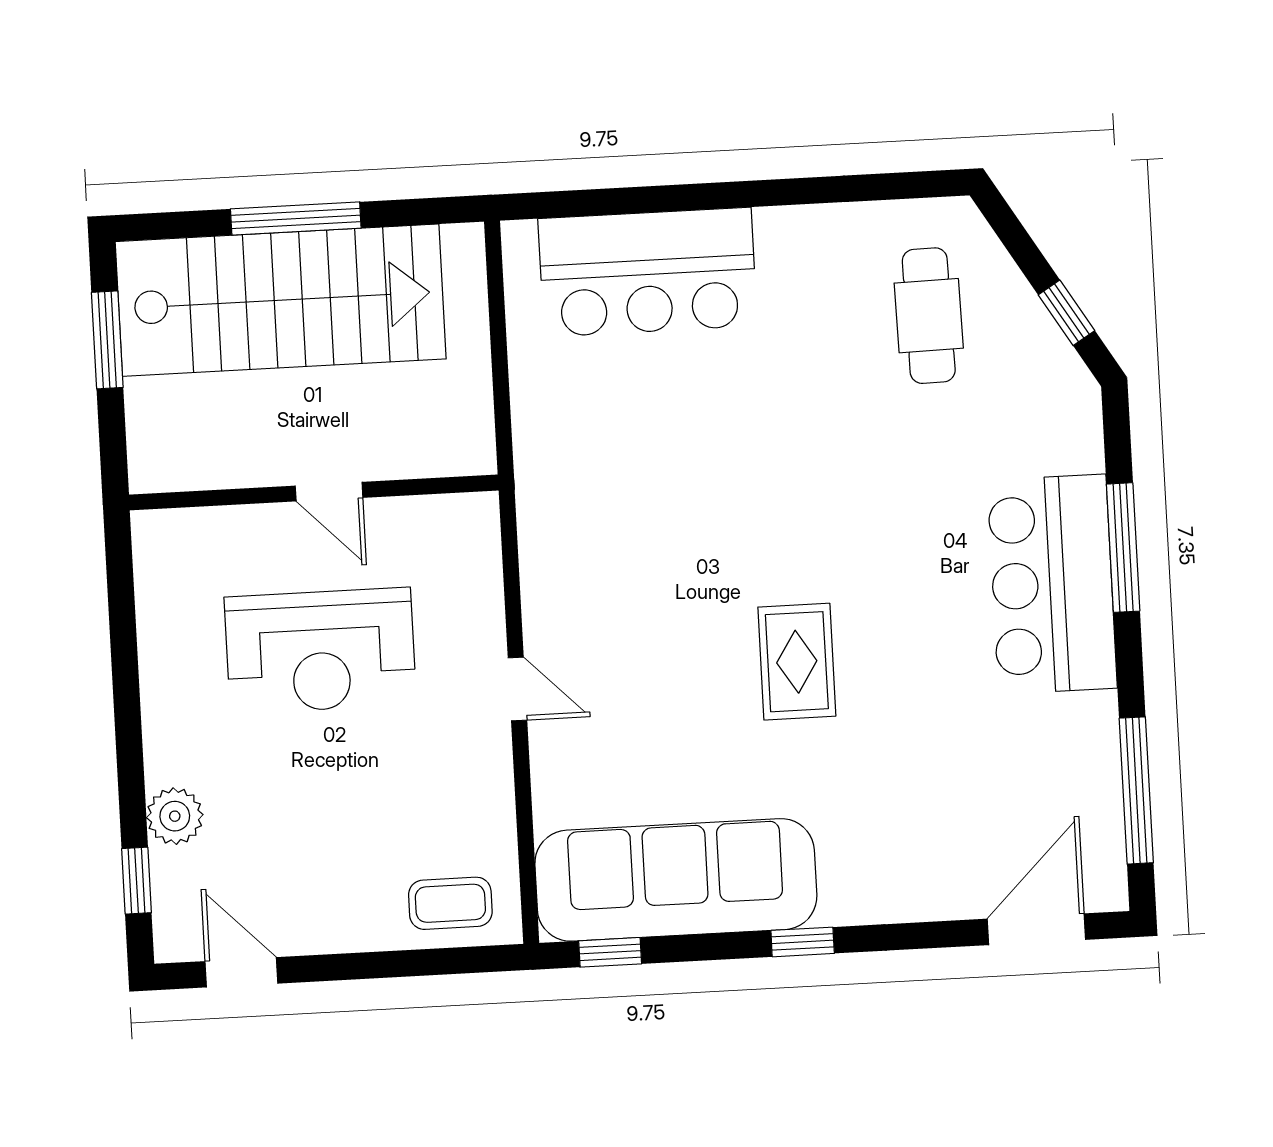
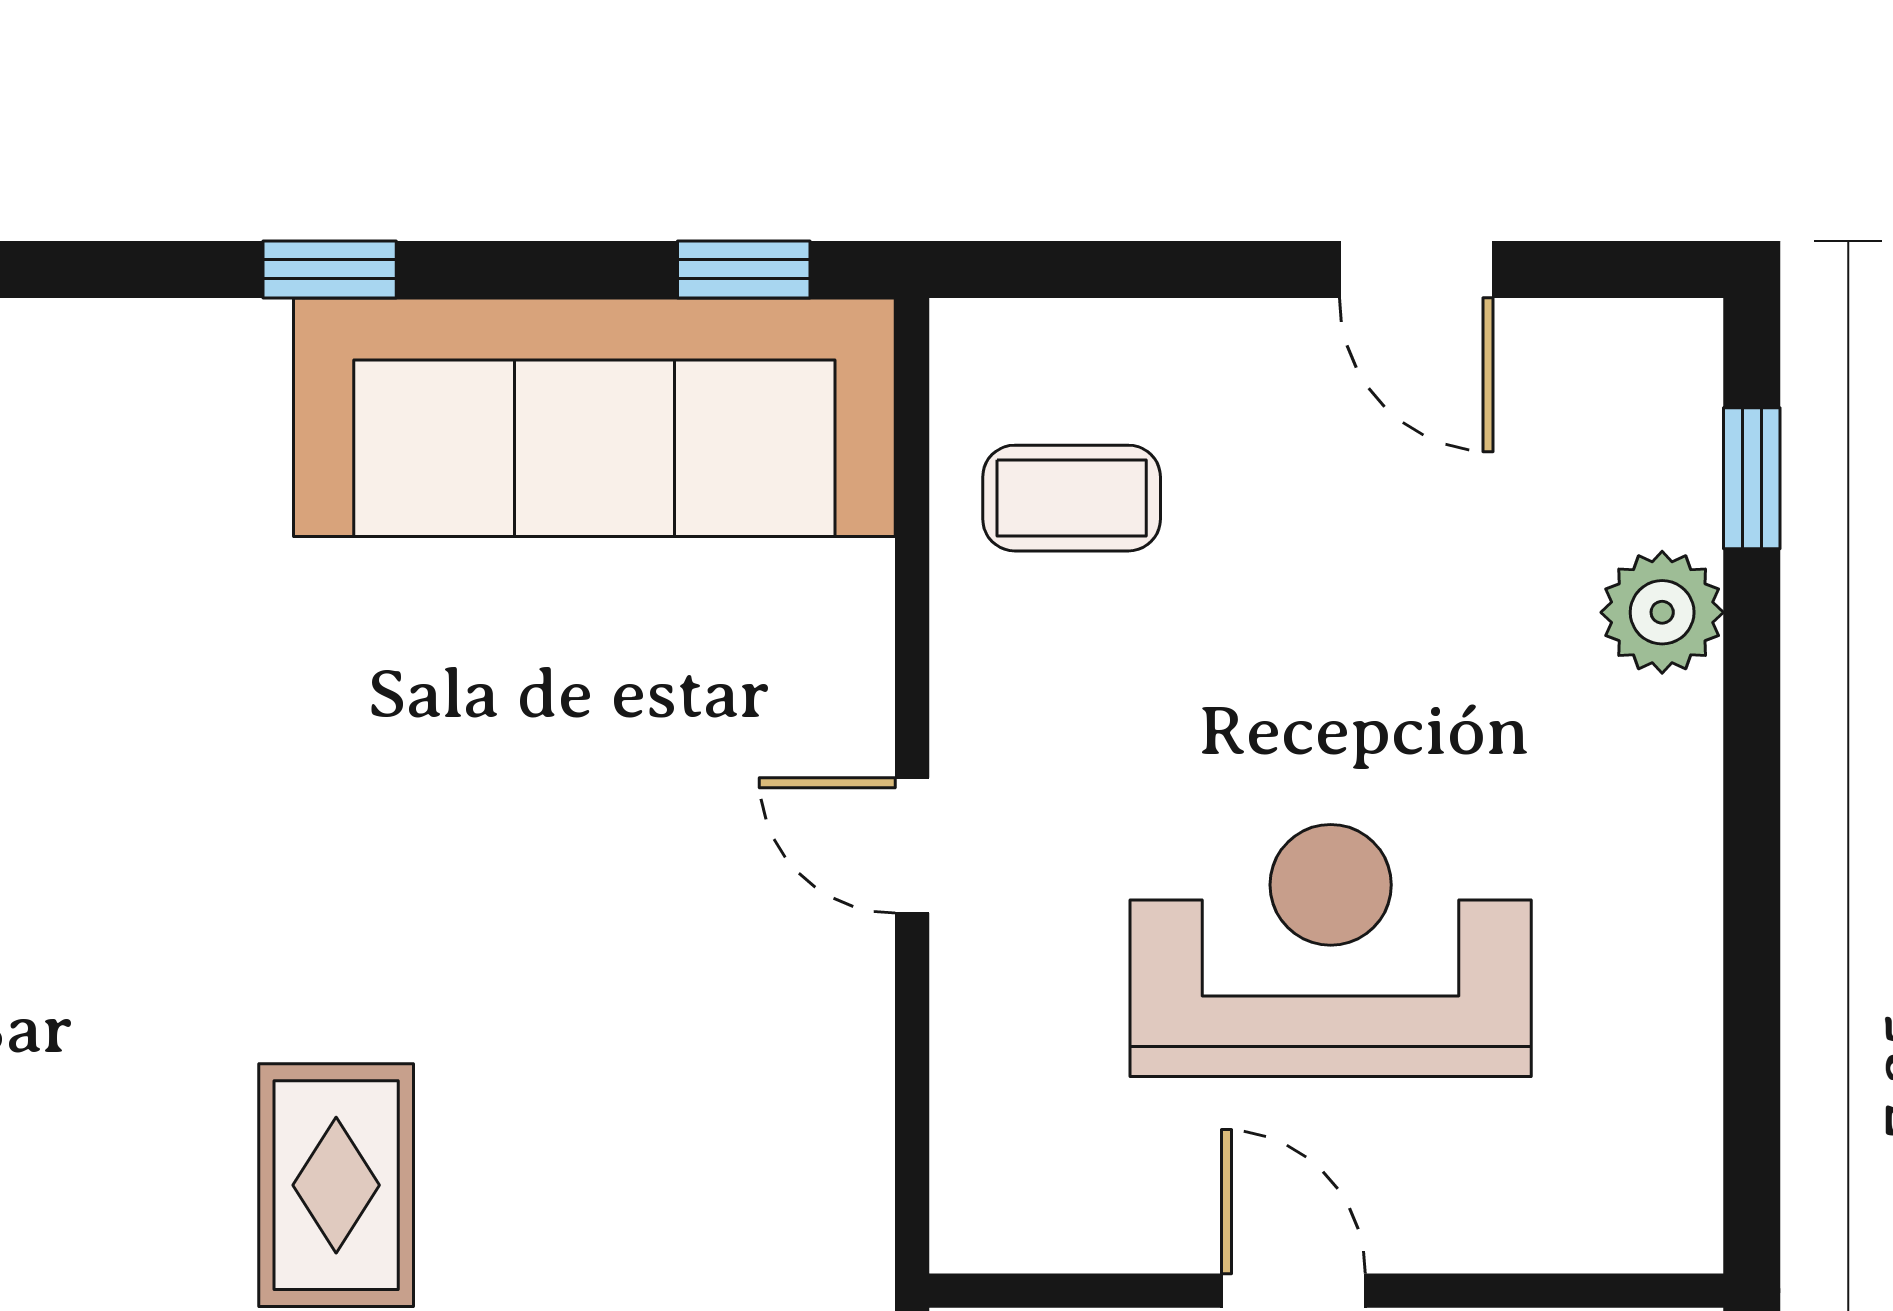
rug: (797, 662) -> (336, 1185), moved
coffee table: (450, 903) -> (1072, 498), moved
door: (241, 972) -> (1416, 269), moved

